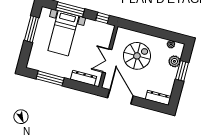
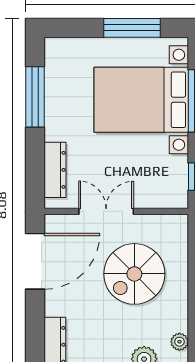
bed with nightstands: (63, 33) -> (141, 100), width x1.36
spiral stairs: (137, 56) -> (134, 274), turned 90

